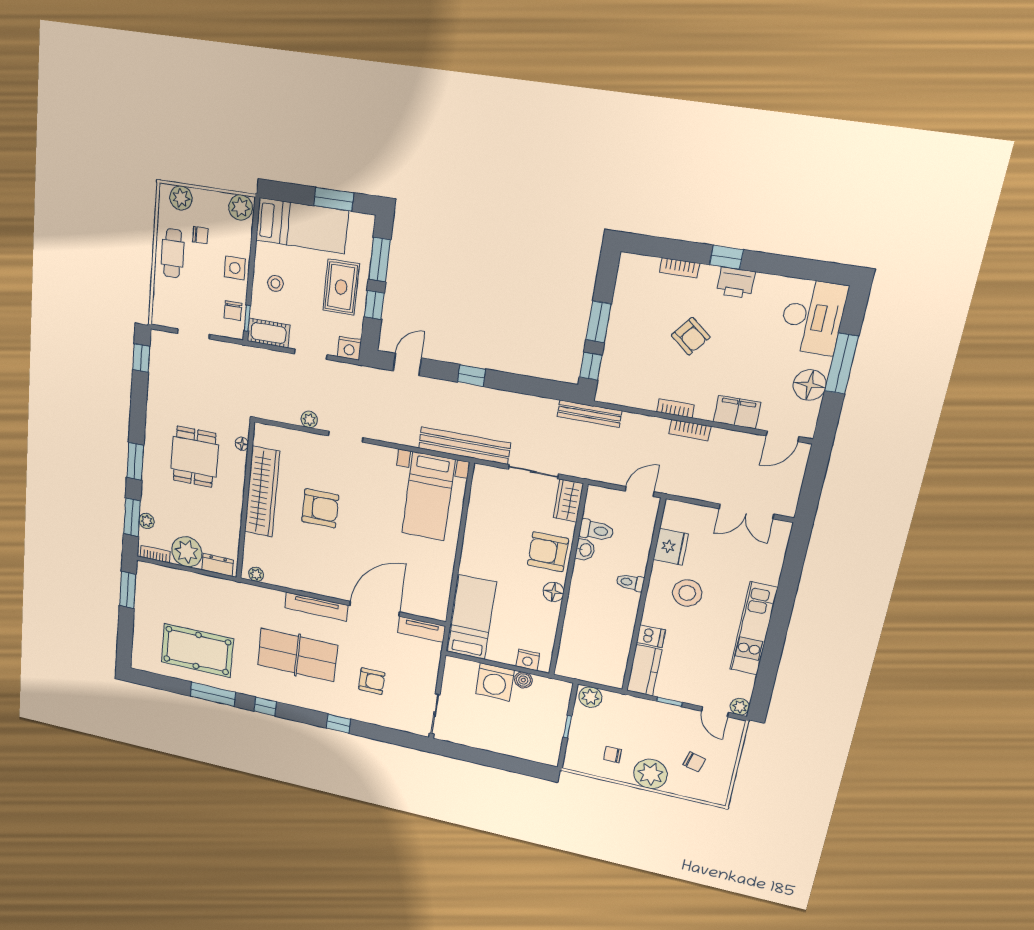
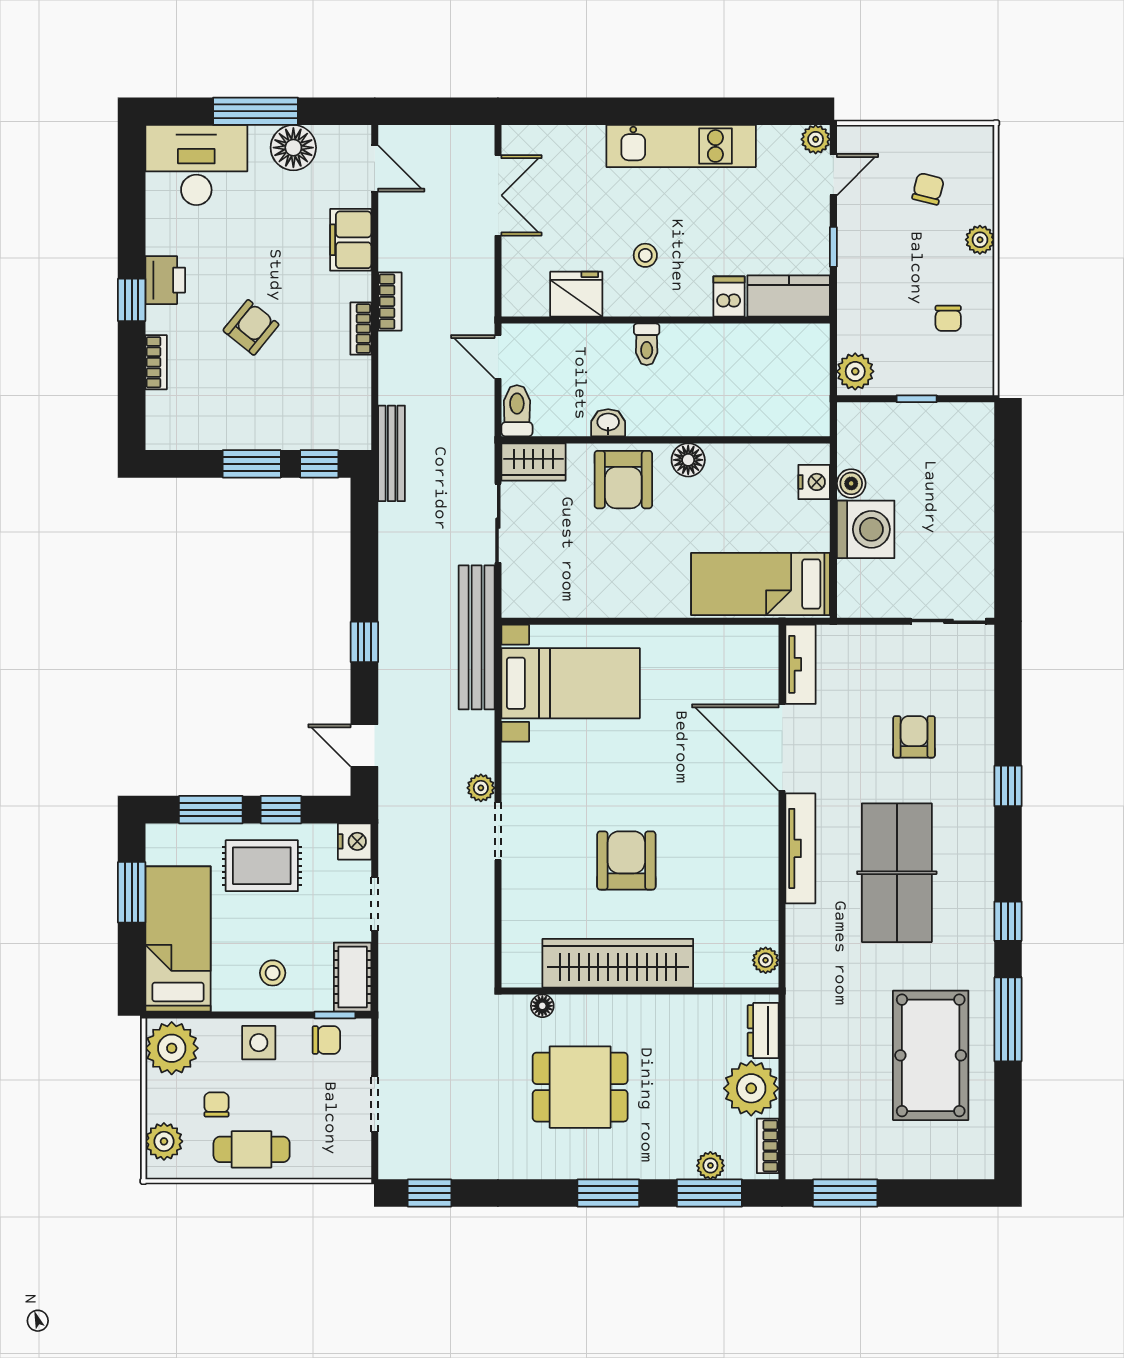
plant: (241, 207) -> (172, 1048), width x1.36, depth x1.36
plant: (309, 420) -> (481, 788), moved
toilet: (596, 530) -> (517, 411), moved
stool: (687, 593) -> (645, 255), width x0.53, depth x0.53
plant: (650, 774) -> (980, 240), width x0.53, depth x0.53

